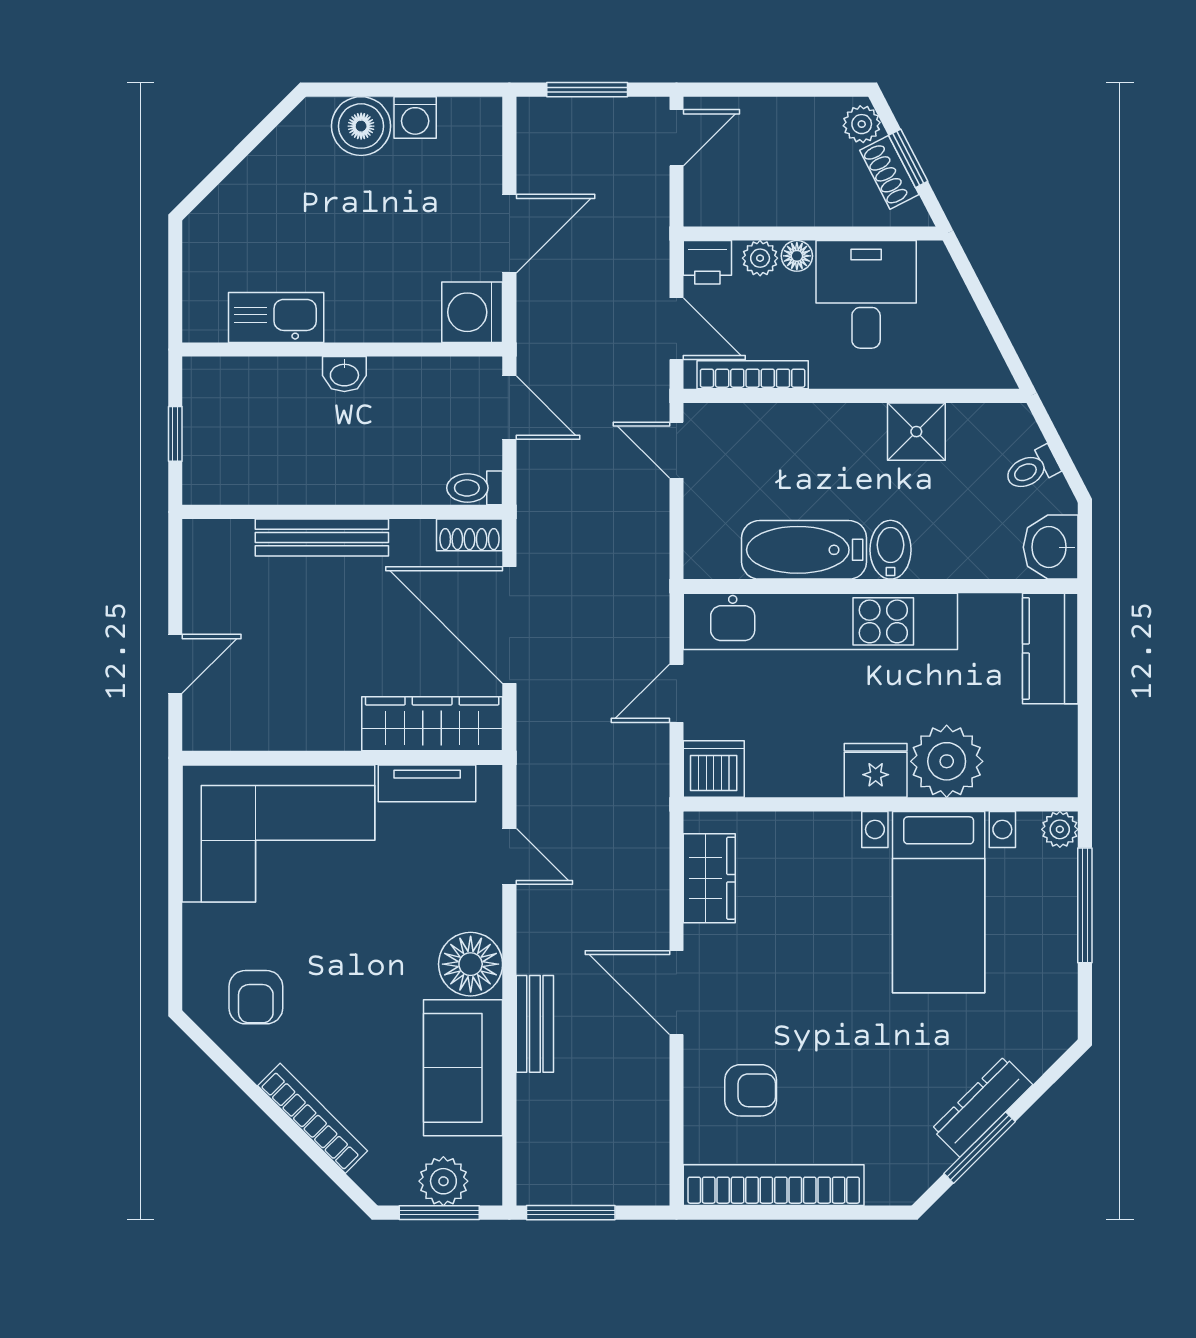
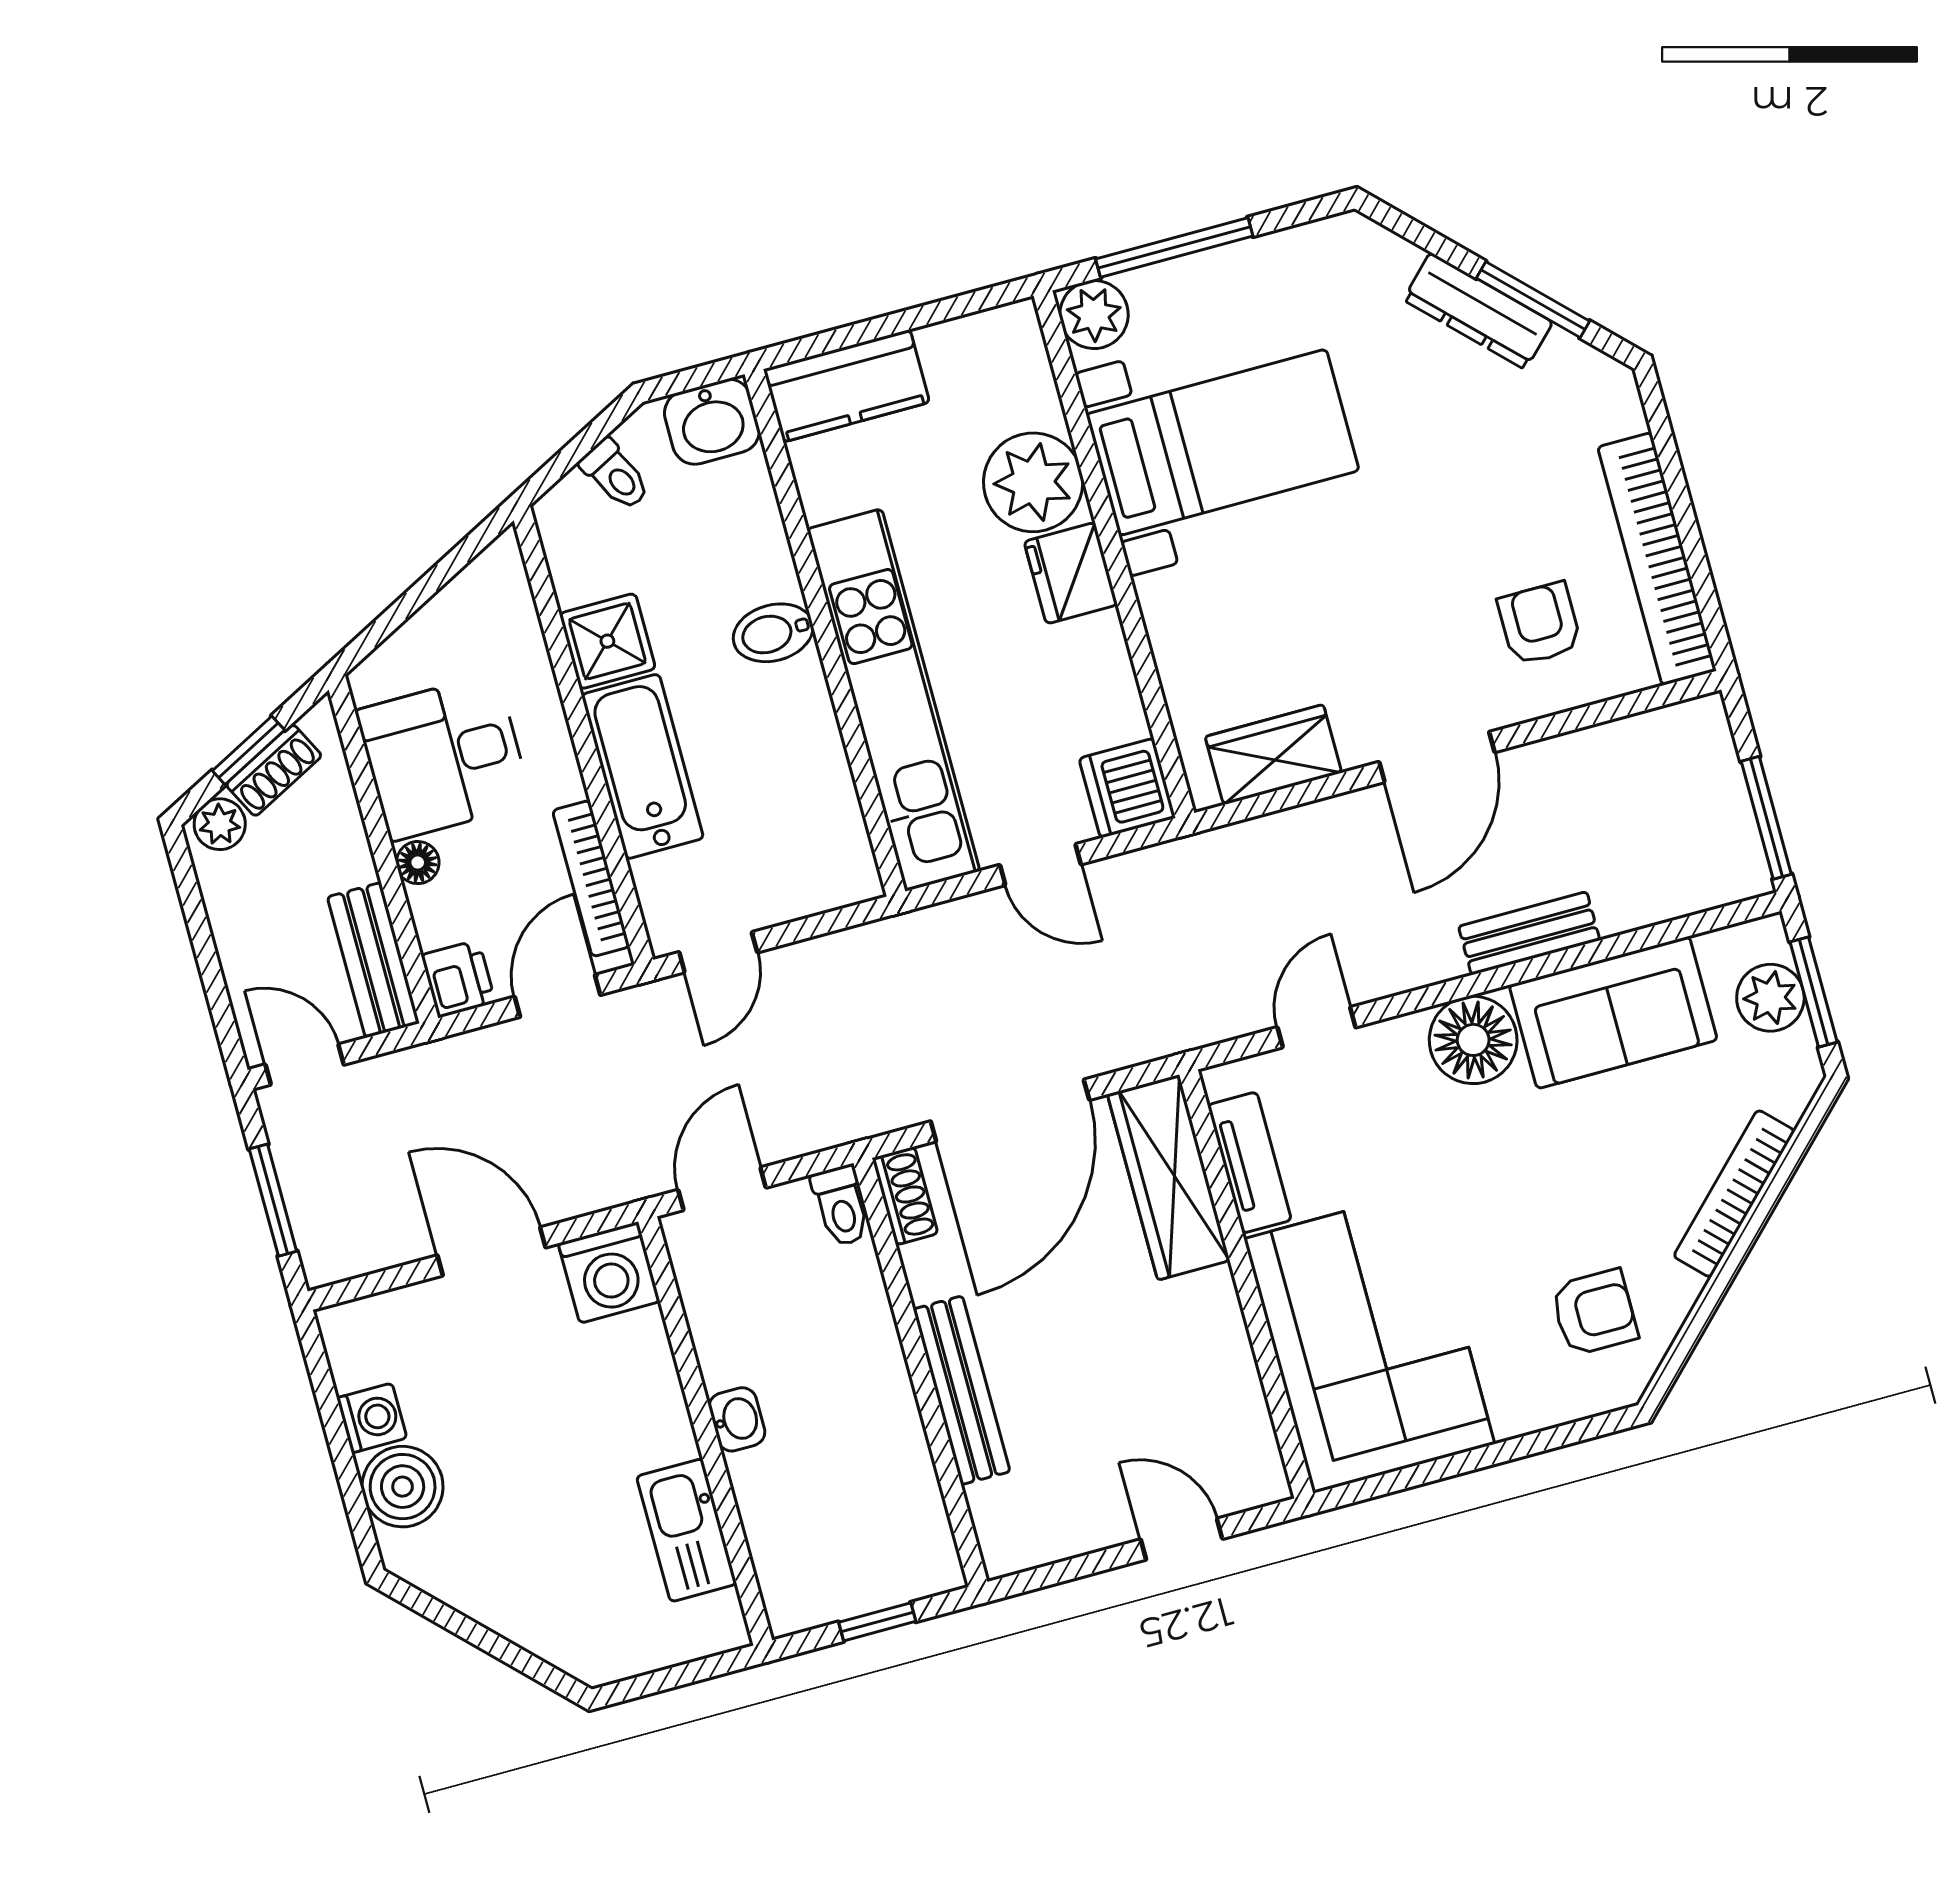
bench: (737, 206) -> (373, 960), added
plant: (760, 258) -> (434, 911), removed
bathtub: (804, 550) -> (642, 766), moved, turned 180
plant: (1060, 829) -> (1094, 315), width x1.38, depth x1.38

